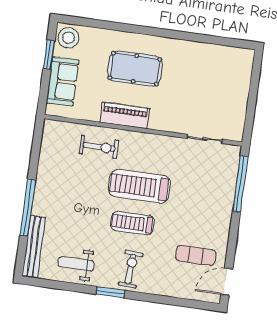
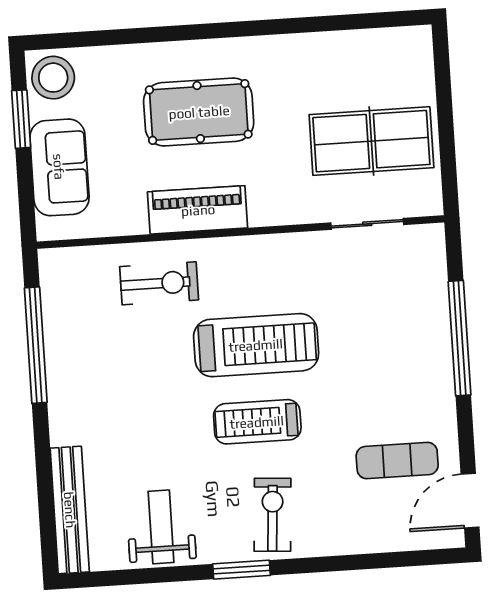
table tennis table: (215, 100) -> (371, 141), added
window: (240, 184) -> (460, 338), moved
treadmill: (139, 186) -> (256, 345), turned 180
window: (28, 208) -> (36, 345), moved
weight bench: (76, 264) -> (161, 527), turned 90

